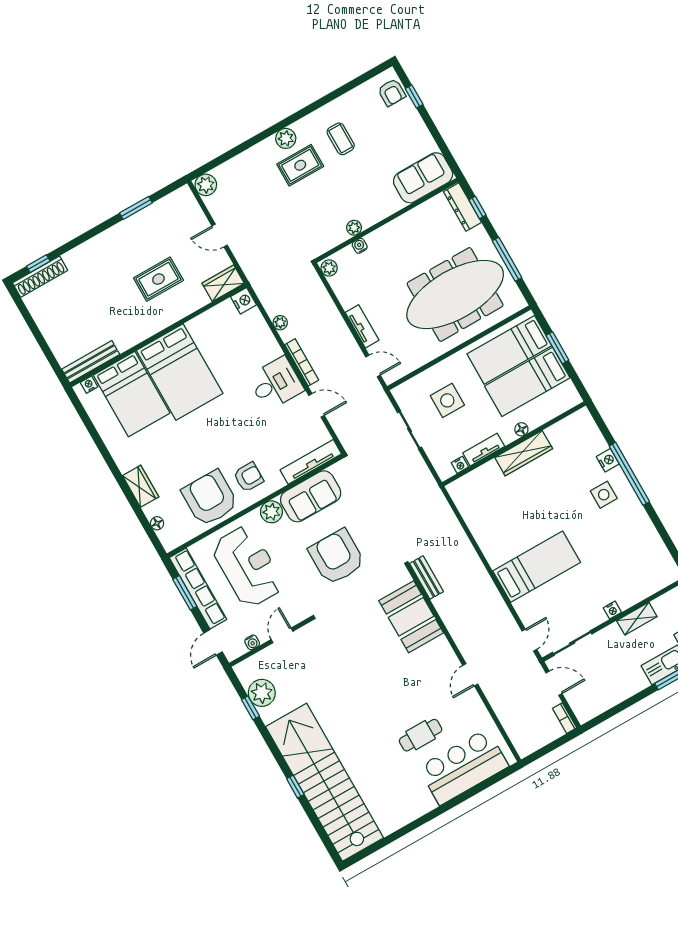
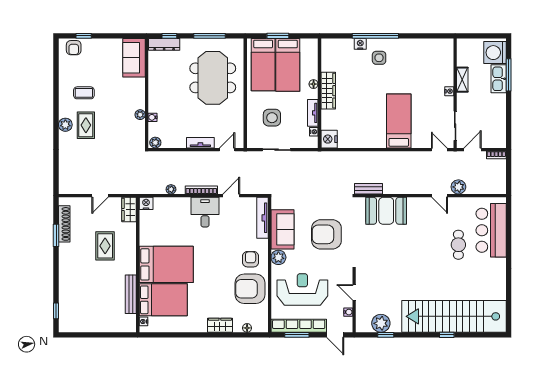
armchair: (392, 92) -> (74, 48), turned 90
plant: (206, 185) -> (458, 187), moved
shoe rack: (40, 277) -> (64, 224), moved
meeting table: (455, 294) -> (213, 78), width x0.73
bench: (91, 362) -> (131, 294), moved
nightstand: (462, 490) -> (329, 139), added

